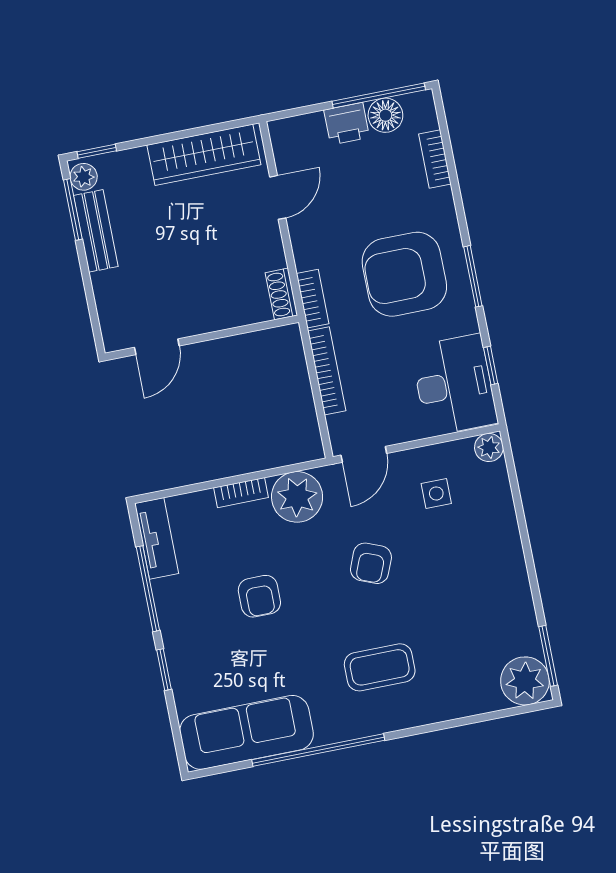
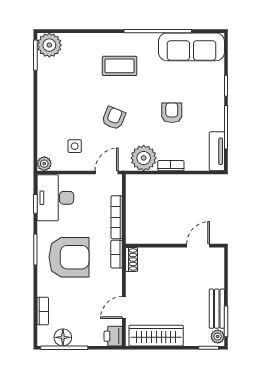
printer: (347, 124) -> (113, 336), moved, turned -90

